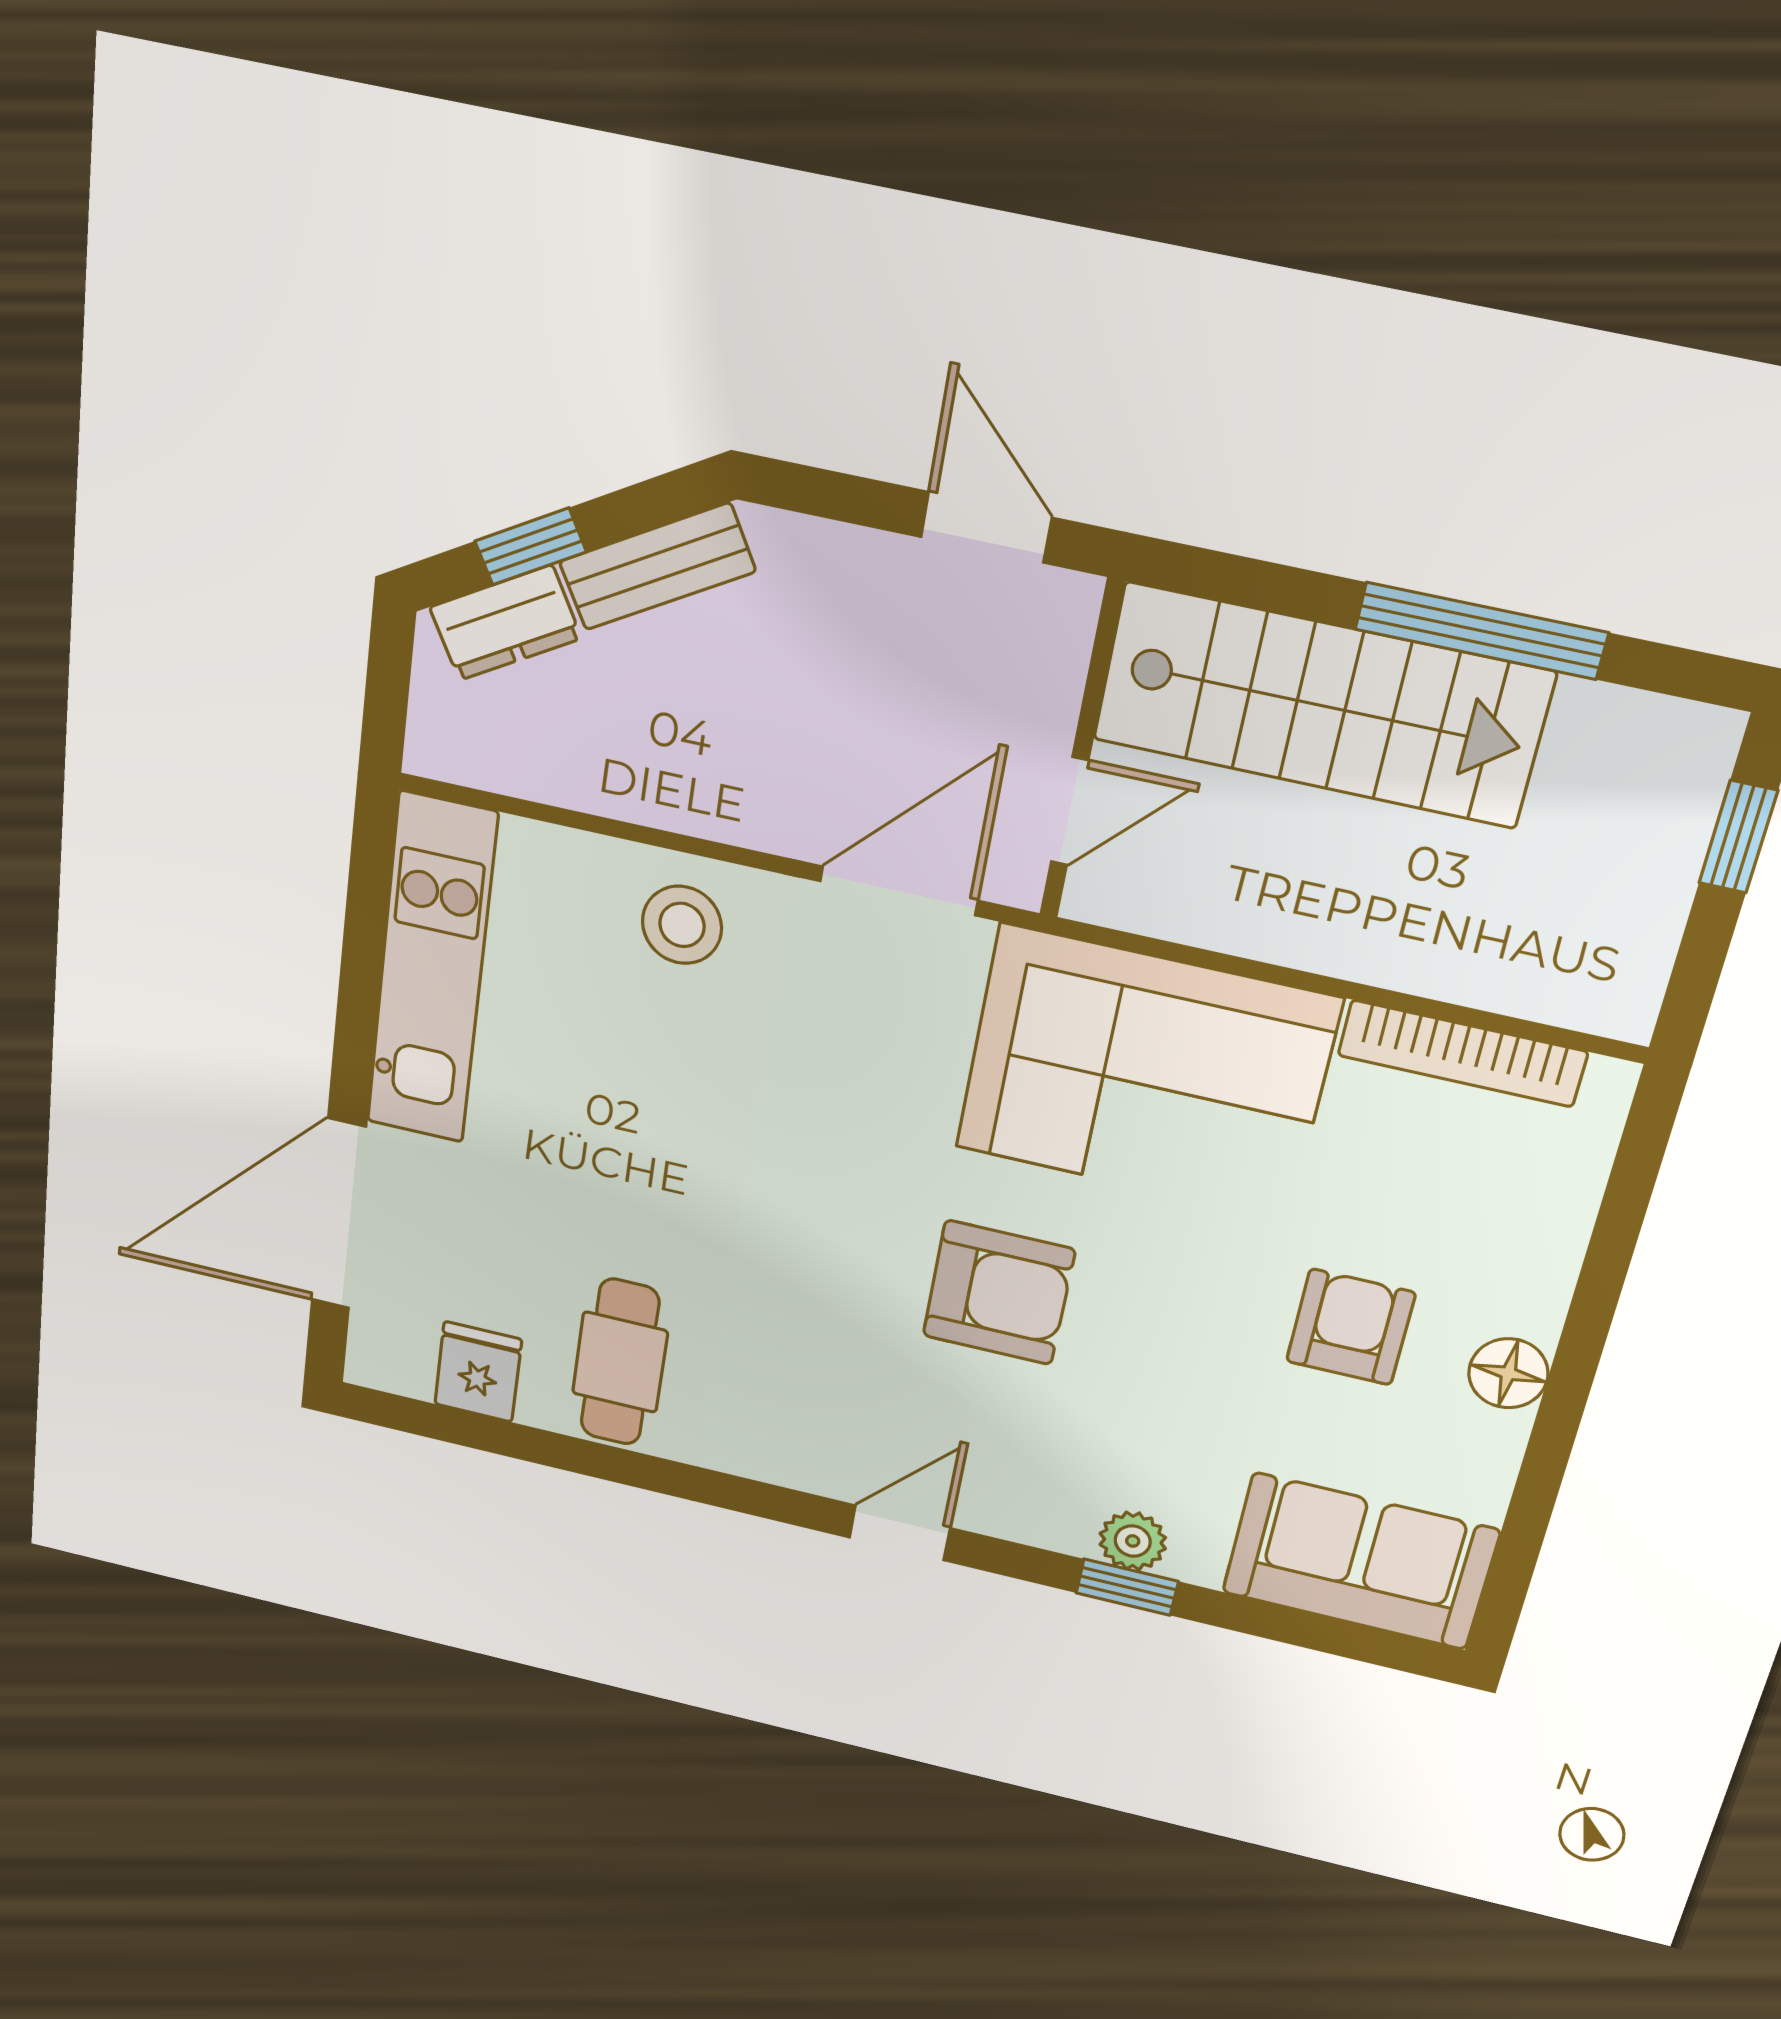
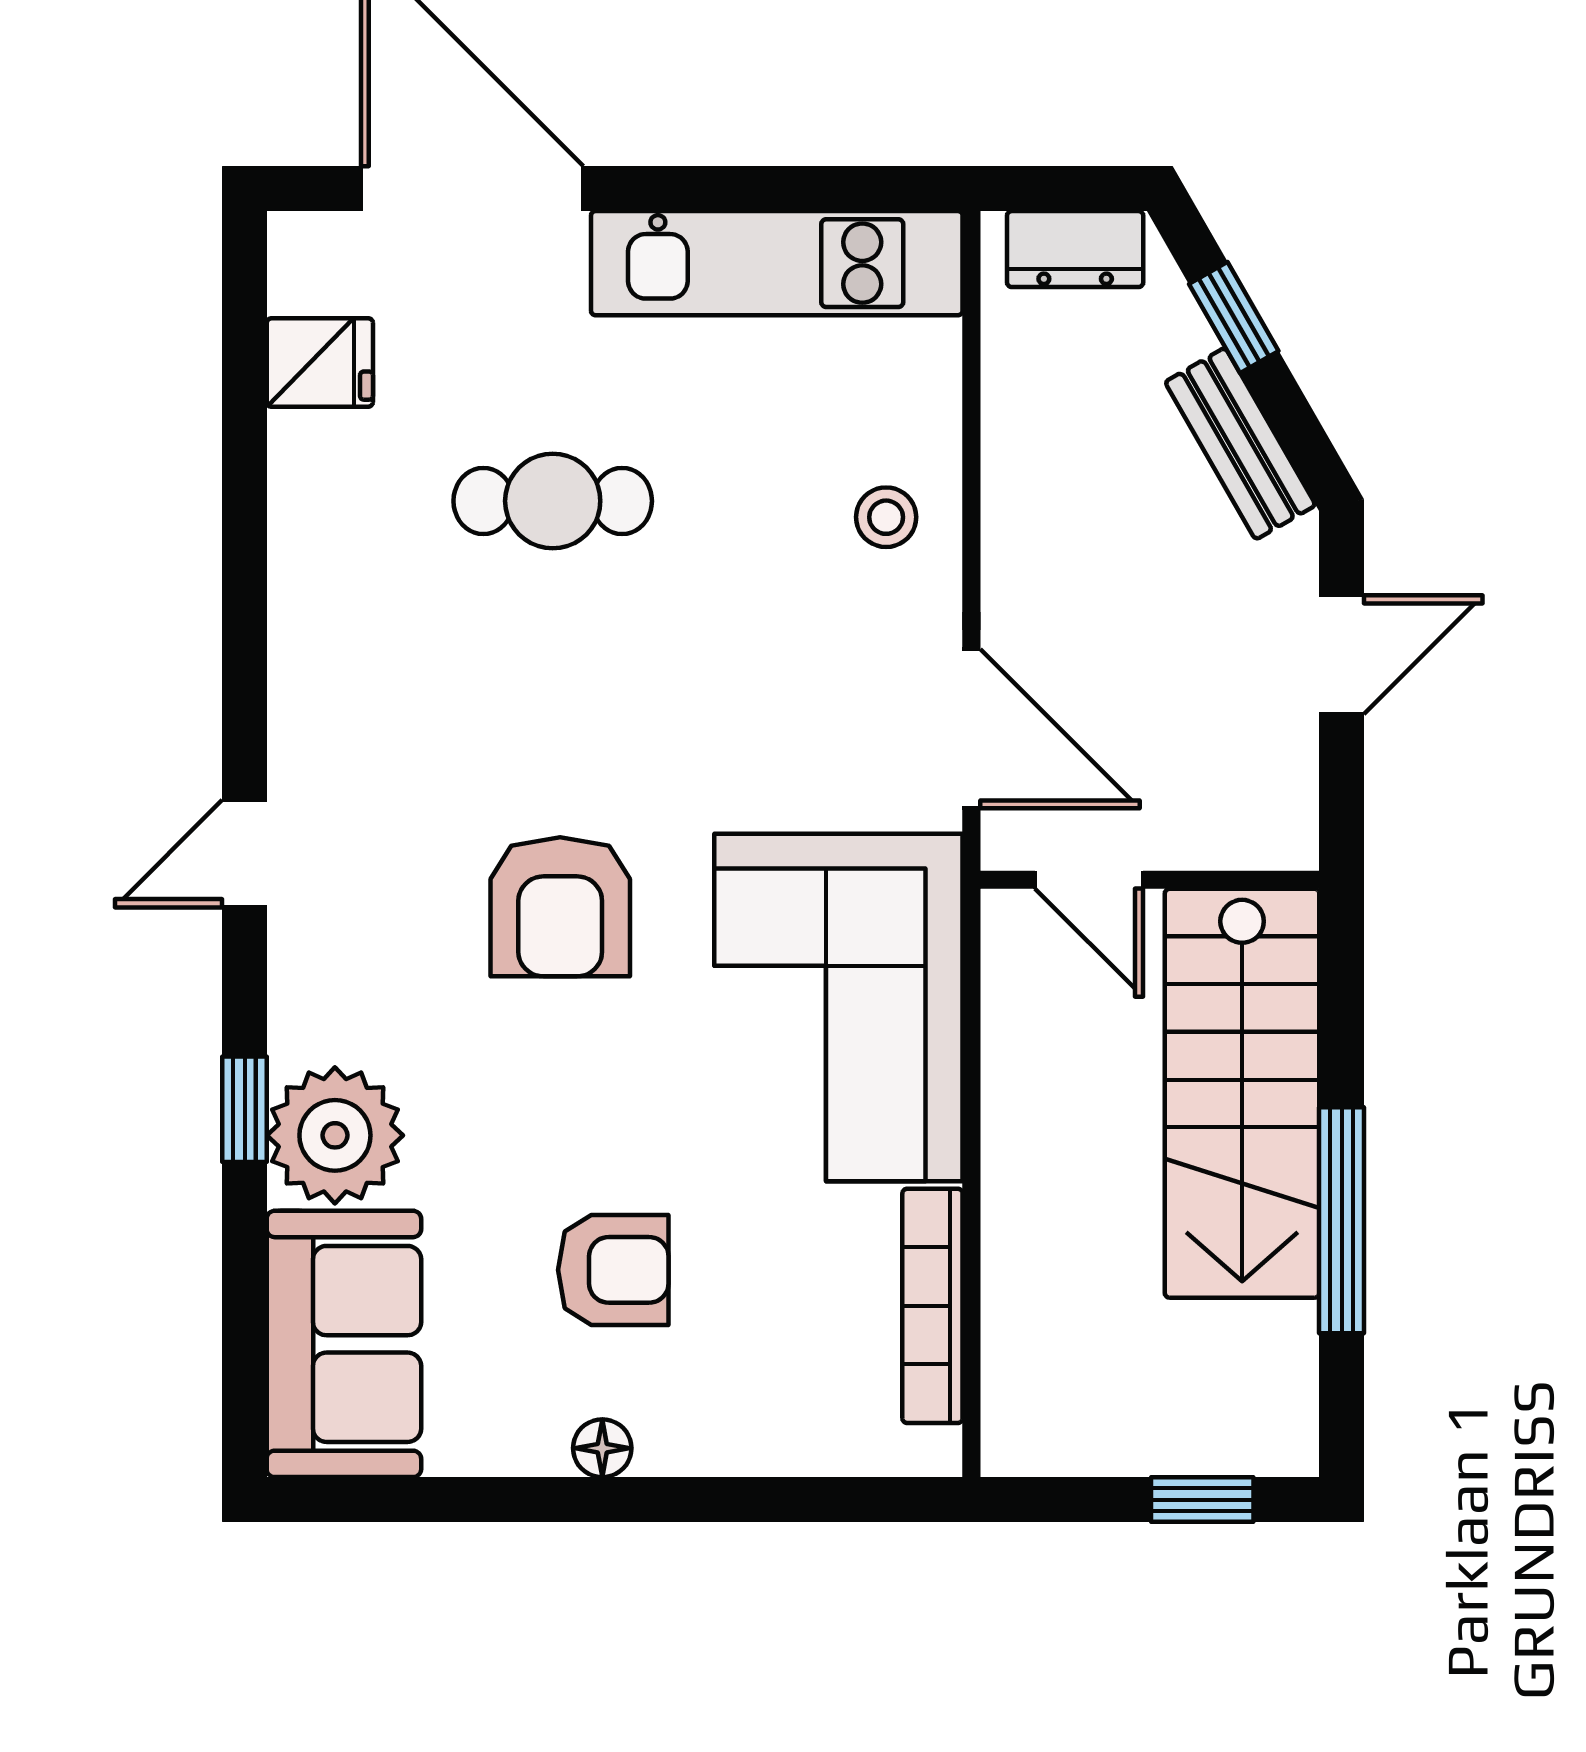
door: (986, 527) -> (1342, 655), moved
dresser: (505, 623) -> (1075, 249), moved, turned -60
stool: (682, 925) -> (886, 517), width x0.73, depth x0.73
cafe table: (620, 1362) -> (553, 501), moved
floor lamp: (1508, 1373) -> (602, 1448), width x0.73, depth x0.73
door: (900, 1533) -> (245, 854), swing flipped
plant: (1133, 1541) -> (335, 1135), width x1.87, depth x1.87

